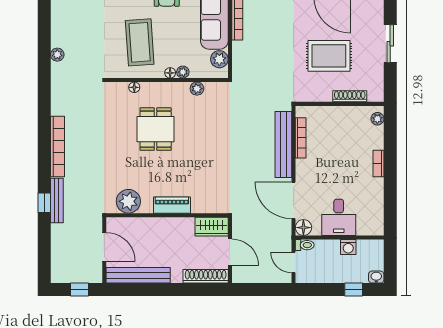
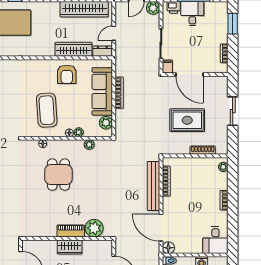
plant: (128, 201) -> (94, 228), moved
desk: (339, 217) -> (215, 240), moved
wardrobe: (212, 227) -> (70, 247), moved

